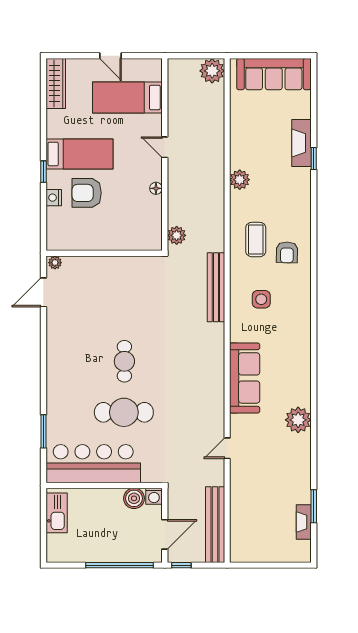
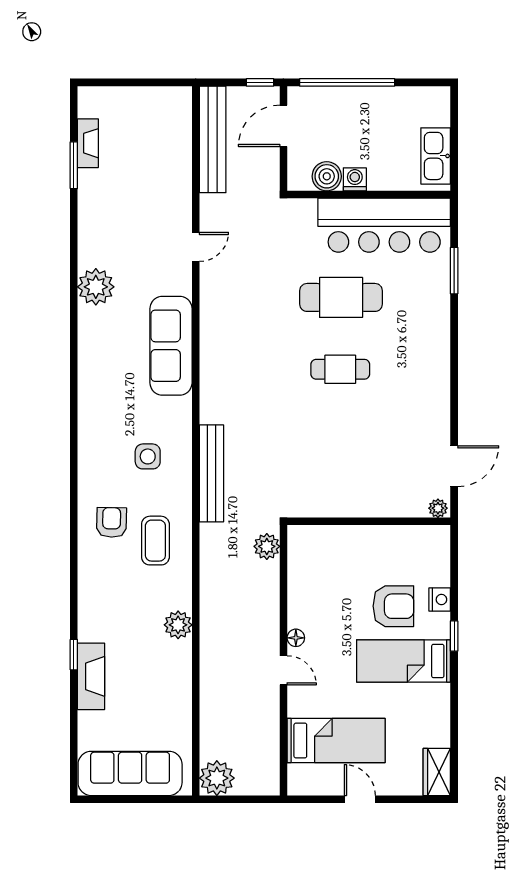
wardrobe: (56, 83) -> (437, 772), width x0.67
floor lamp: (156, 188) -> (296, 638), moved
cafe table: (124, 361) -> (340, 369), turned 90
washing machine: (154, 496) -> (355, 179), moved

